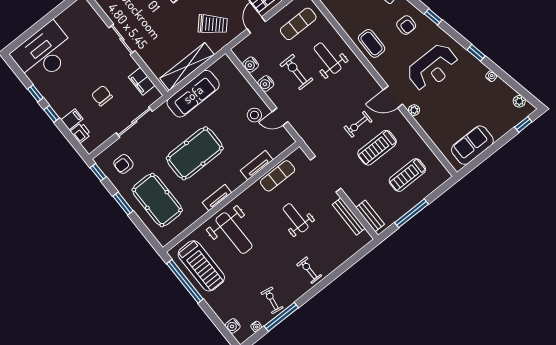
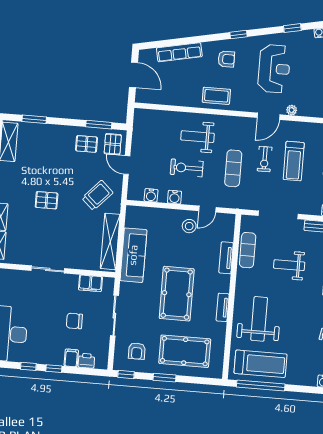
exercise mat: (298, 24) -> (233, 168), moved
weight bench: (234, 233) -> (259, 319), turned -90

